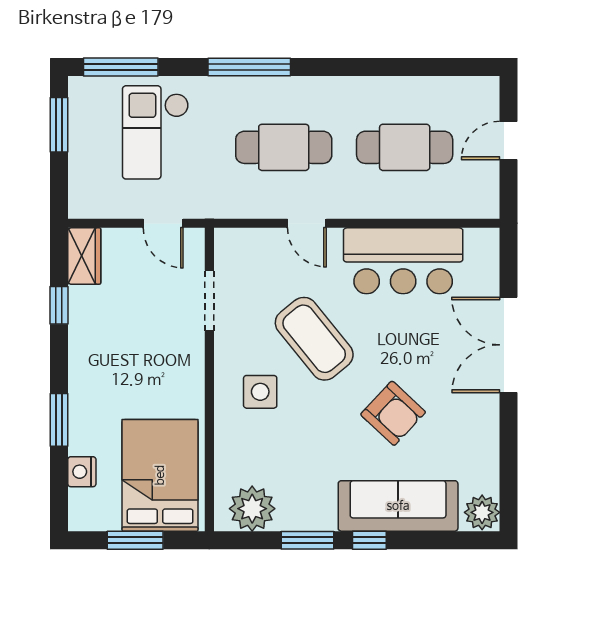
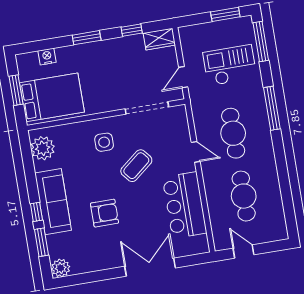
door: (508, 140) -> (243, 252), moved
door: (307, 223) -> (196, 152), swing flipped
doorway: (209, 301) -> (147, 108), width x1.36
coffee table: (314, 339) -> (136, 166), width x0.73, depth x0.76
armchair: (393, 413) -> (104, 213), turned -133
window: (59, 420) -> (87, 38), moved
sofa: (398, 506) -> (53, 202), moved
window: (308, 540) -> (41, 242), moved

